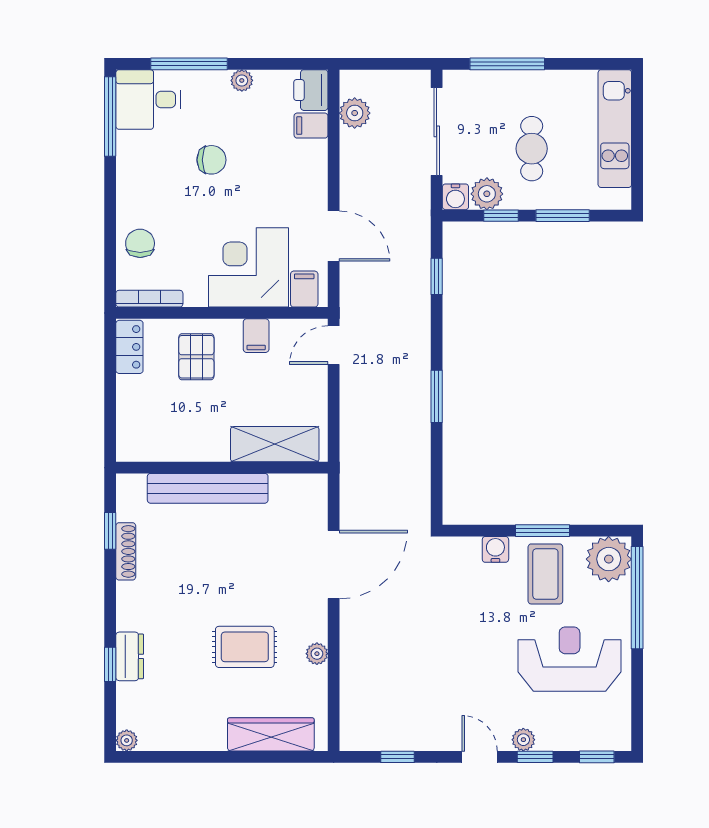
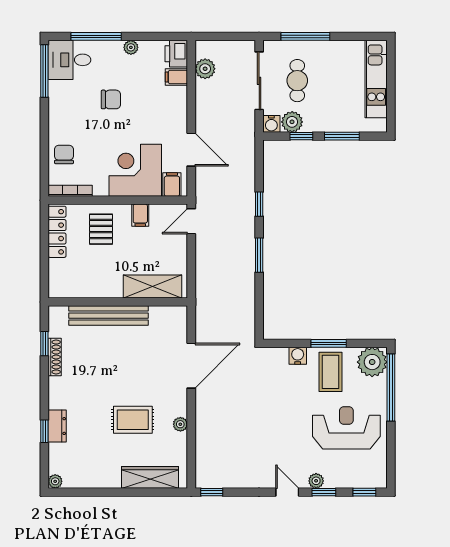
cafe table: (532, 149) -> (297, 81), moved
window: (437, 276) -> (259, 204), moved
locker: (129, 347) -> (57, 232), width x1.53
window: (397, 757) -> (212, 492), moved

